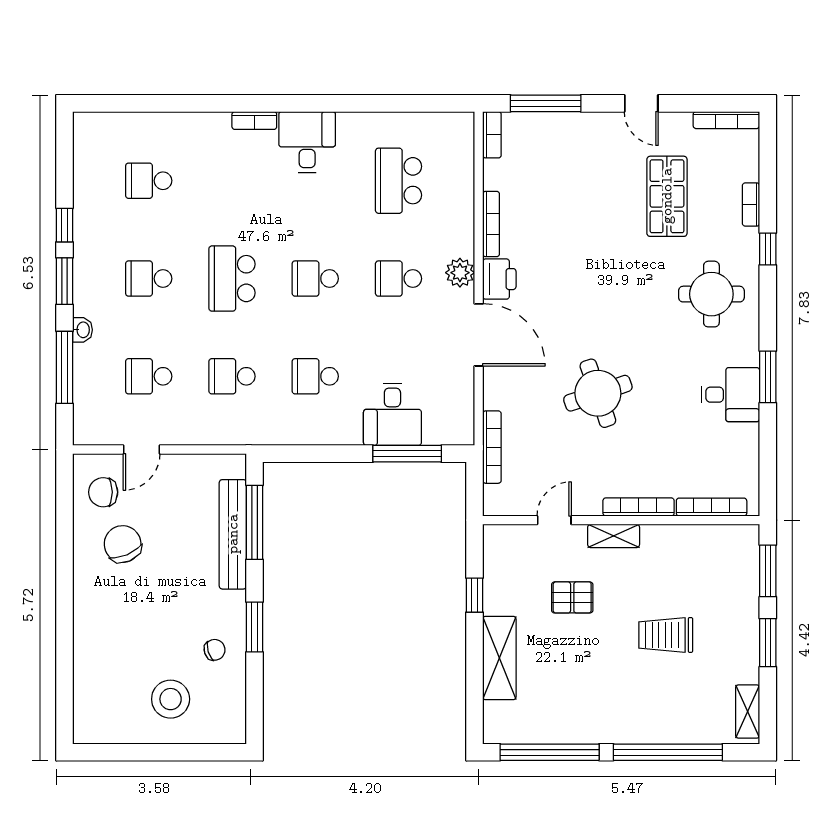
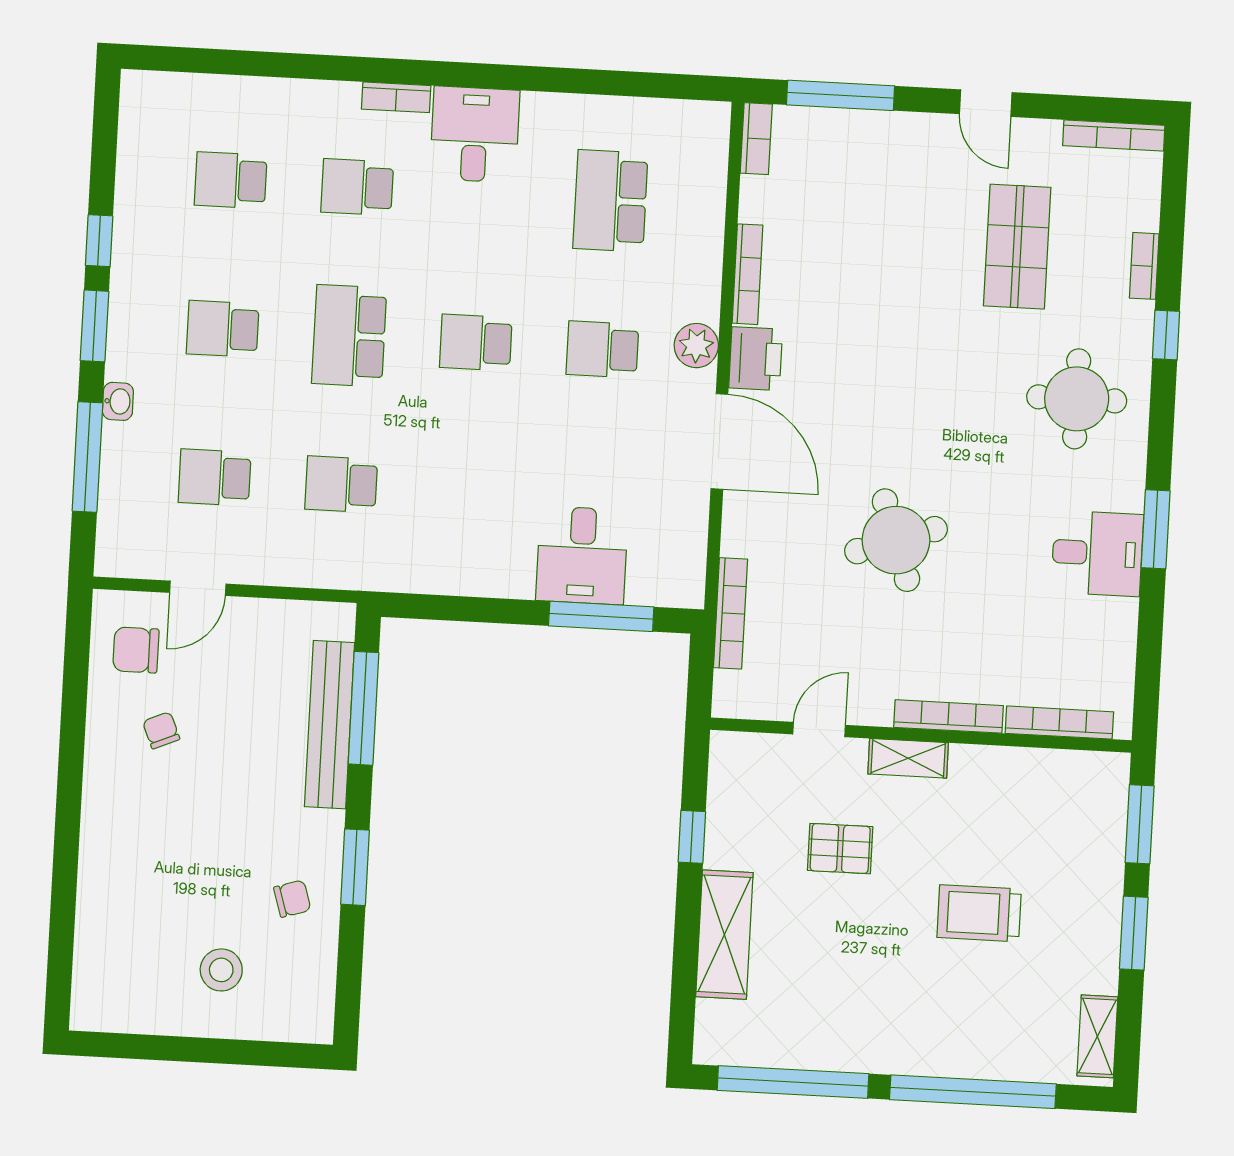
school desk: (315, 376) -> (357, 187), moved
chair: (123, 544) -> (161, 730), width x0.54, depth x0.54
stool: (171, 699) -> (221, 970), width x0.73, depth x0.73

